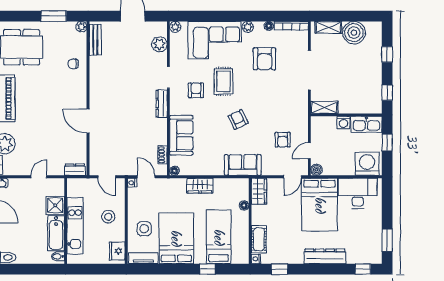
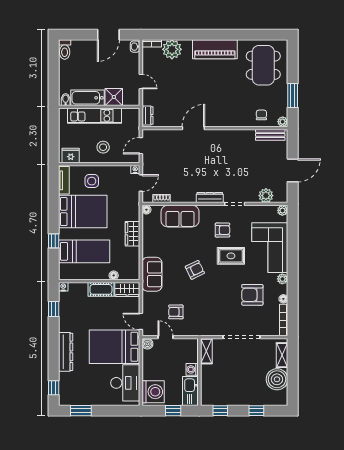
chair: (73, 64) -> (261, 115), moved
cot: (259, 239) -> (101, 289), moved

